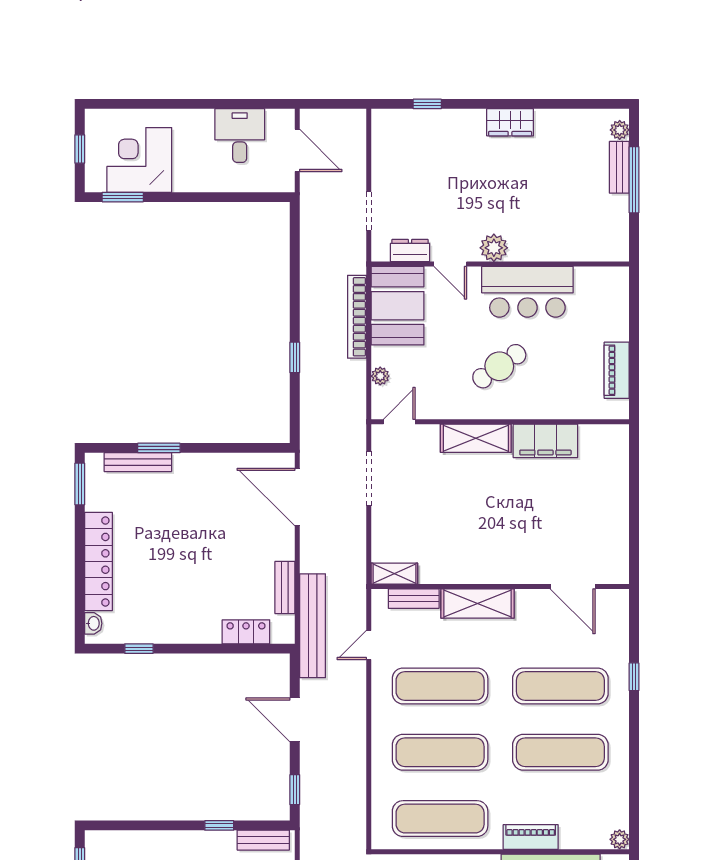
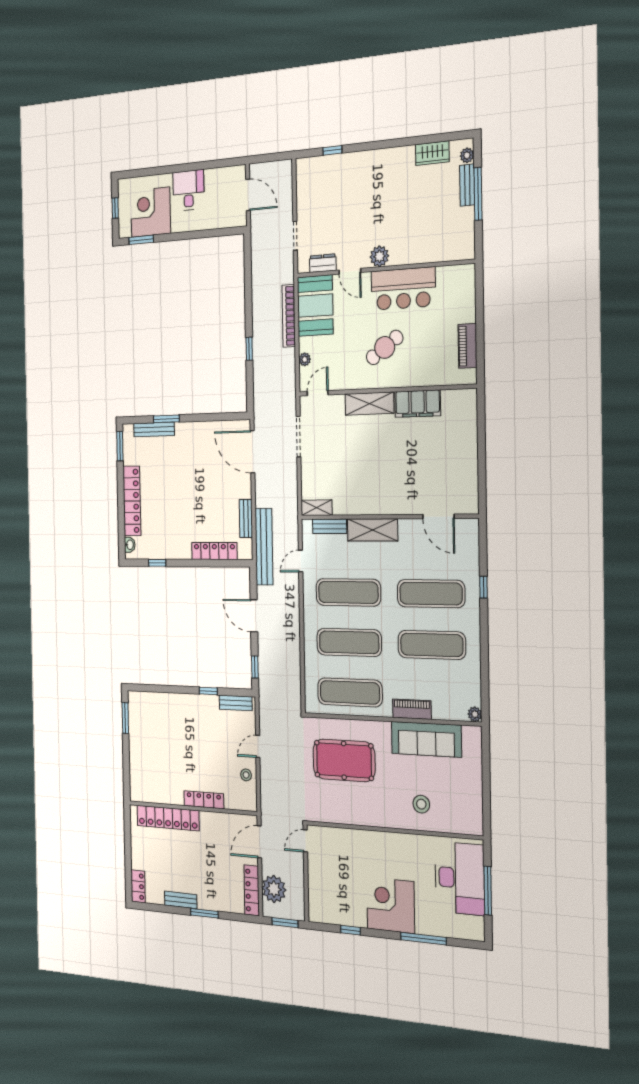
wardrobe: (510, 122) -> (432, 153), moved
desk: (240, 136) -> (189, 190), moved
locker: (246, 632) -> (214, 551), width x1.53

